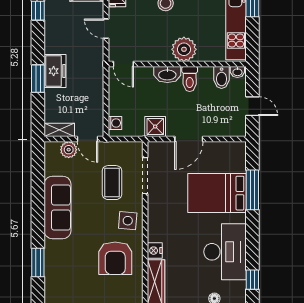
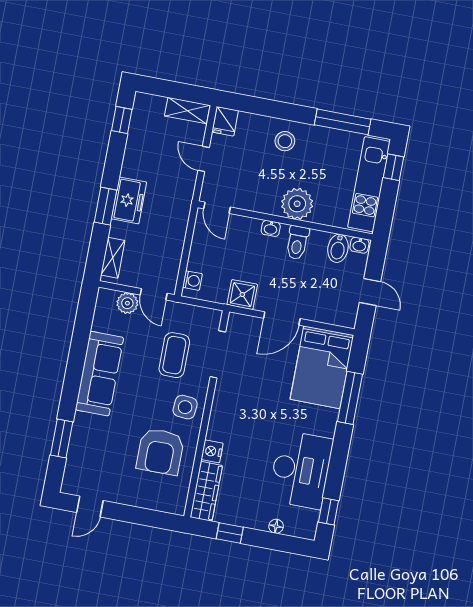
washbasin: (167, 74) -> (271, 228), width x0.52, depth x0.69
shelving: (59, 130) -> (113, 258), moved, turned 90
bed: (217, 193) -> (322, 367), moved, turned -90

